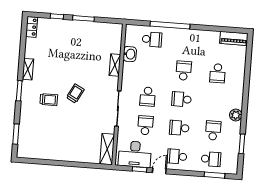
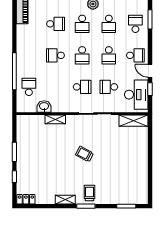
trolley: (49, 100) -> (89, 193), moved
school desk: (215, 102) -> (82, 24), added
school desk: (213, 130) -> (109, 24), turned -90
school desk: (177, 156) -> (135, 55), turned -90

